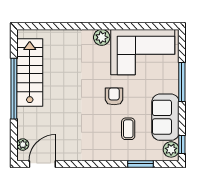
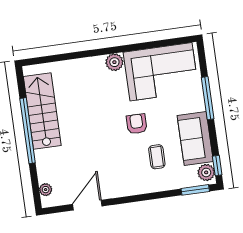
door: (42, 164) -> (87, 205), moved
window: (141, 164) -> (195, 190), moved

